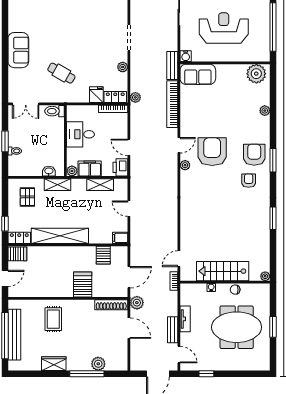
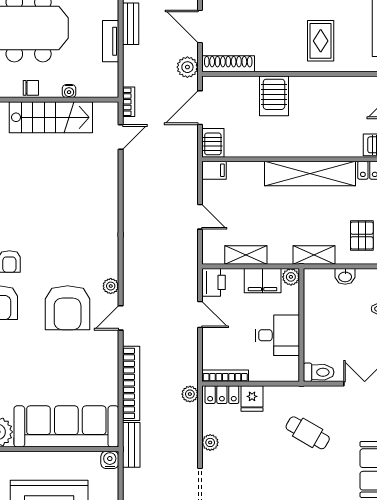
sofa: (198, 74) -> (66, 426), width x1.85, depth x1.27
washbasin: (49, 171) -> (345, 276), moved
server rack: (103, 255) -> (213, 143), moved

